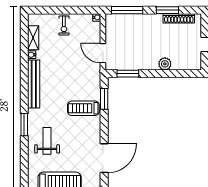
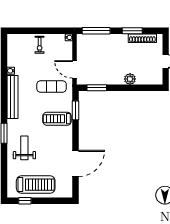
shelving: (33, 38) -> (12, 56), removed
exercise mat: (77, 72) -> (52, 87), added

